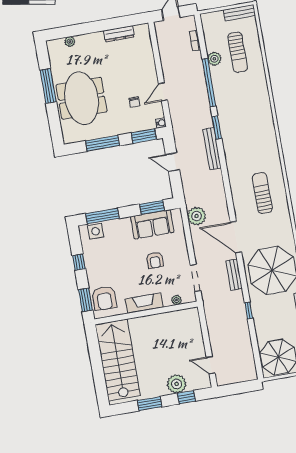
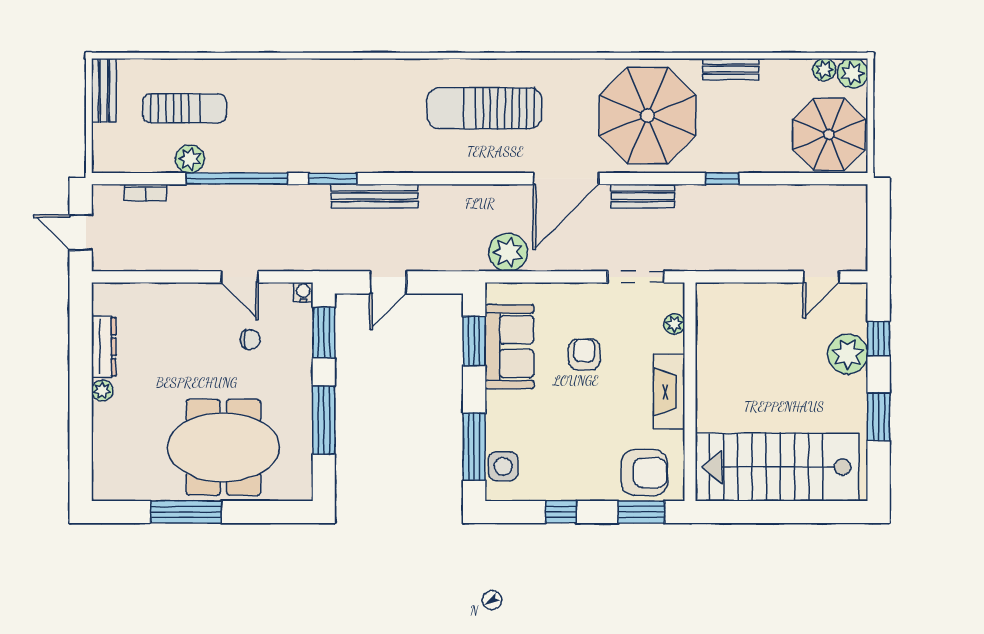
plant: (70, 42) -> (102, 391), moved
sun lounger: (262, 193) -> (484, 108), width x1.36, depth x1.34
armchair: (155, 260) -> (584, 354), turned -90

